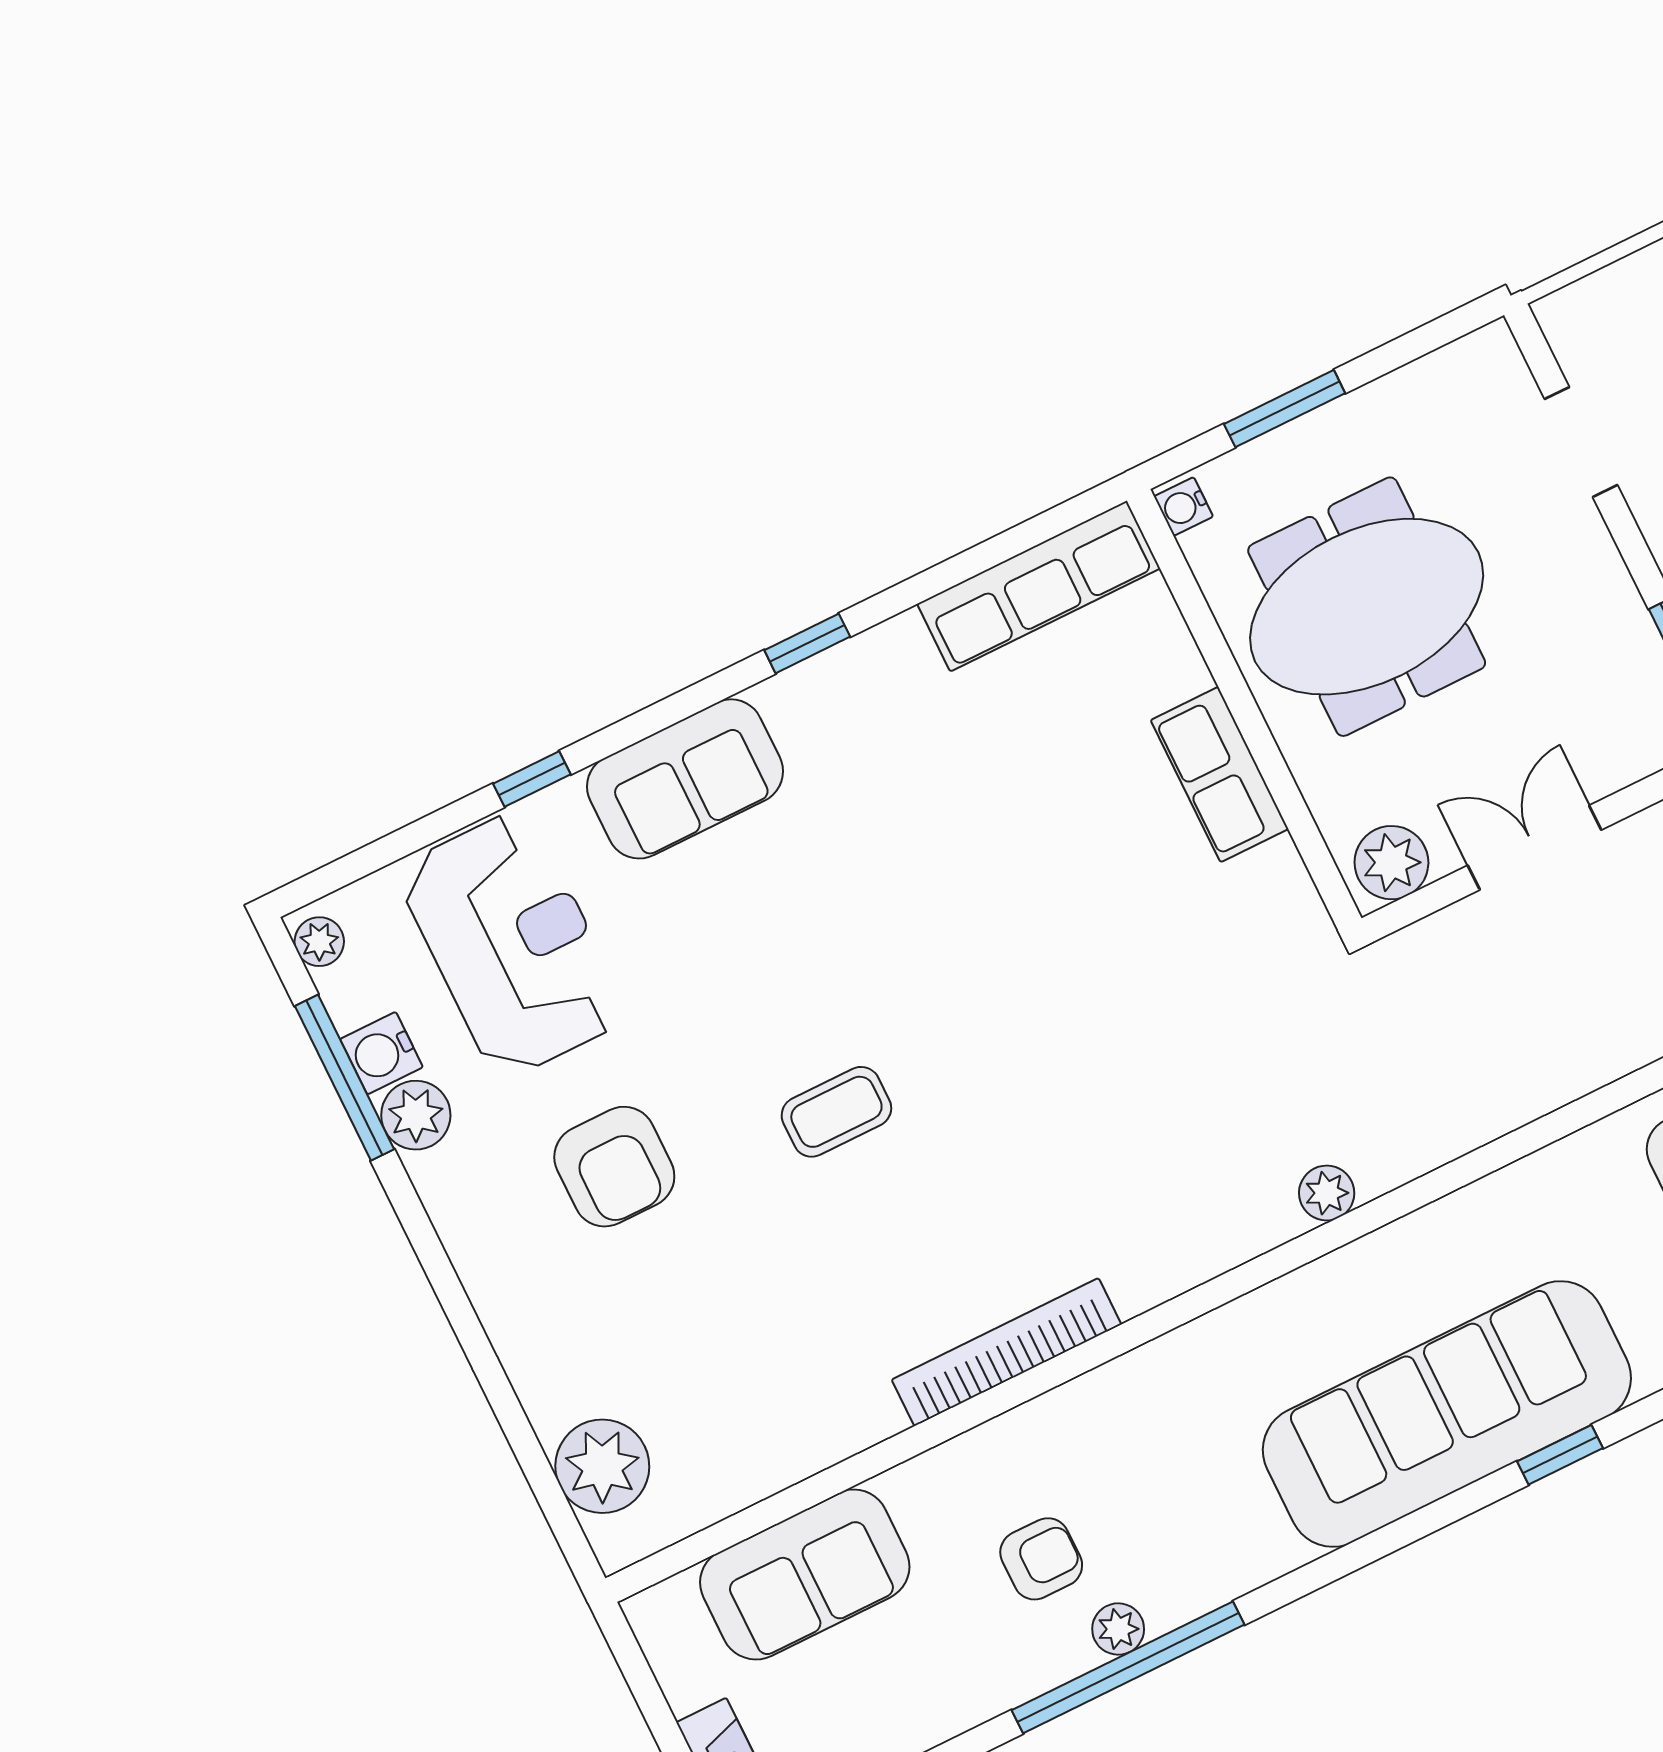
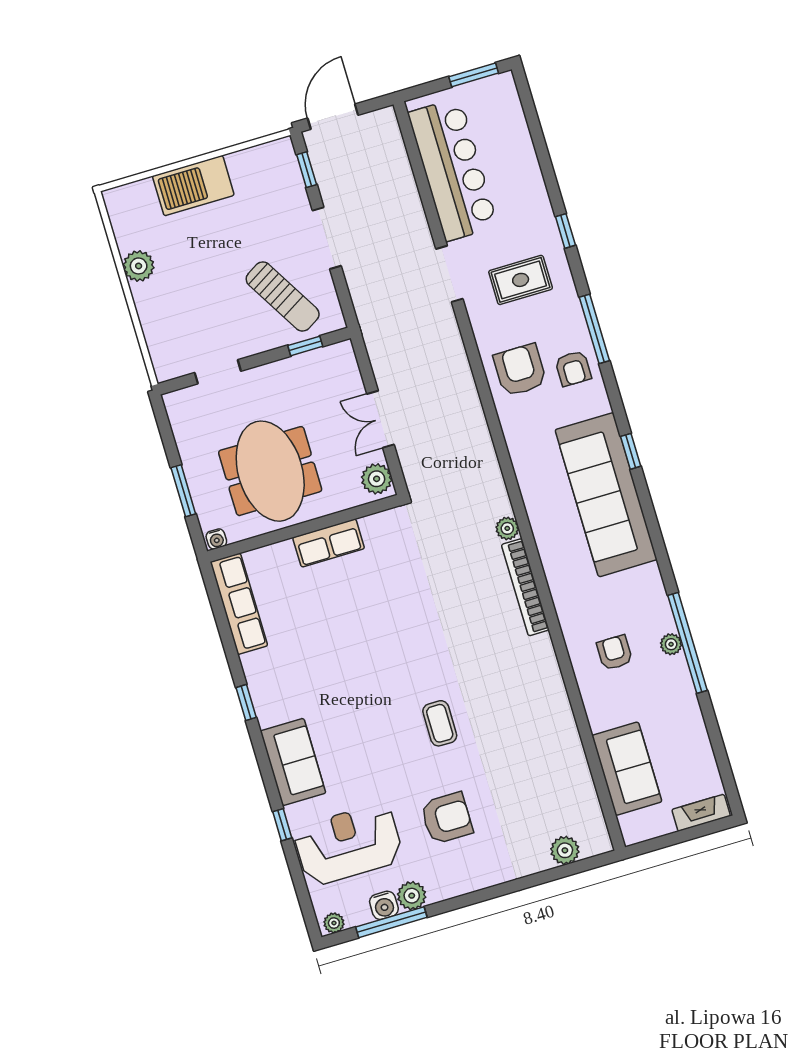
bookcase: (1007, 1352) -> (525, 587), moved
plant: (602, 1466) -> (565, 850), width x0.73, depth x0.73
armchair: (1041, 1559) -> (615, 653), moved

